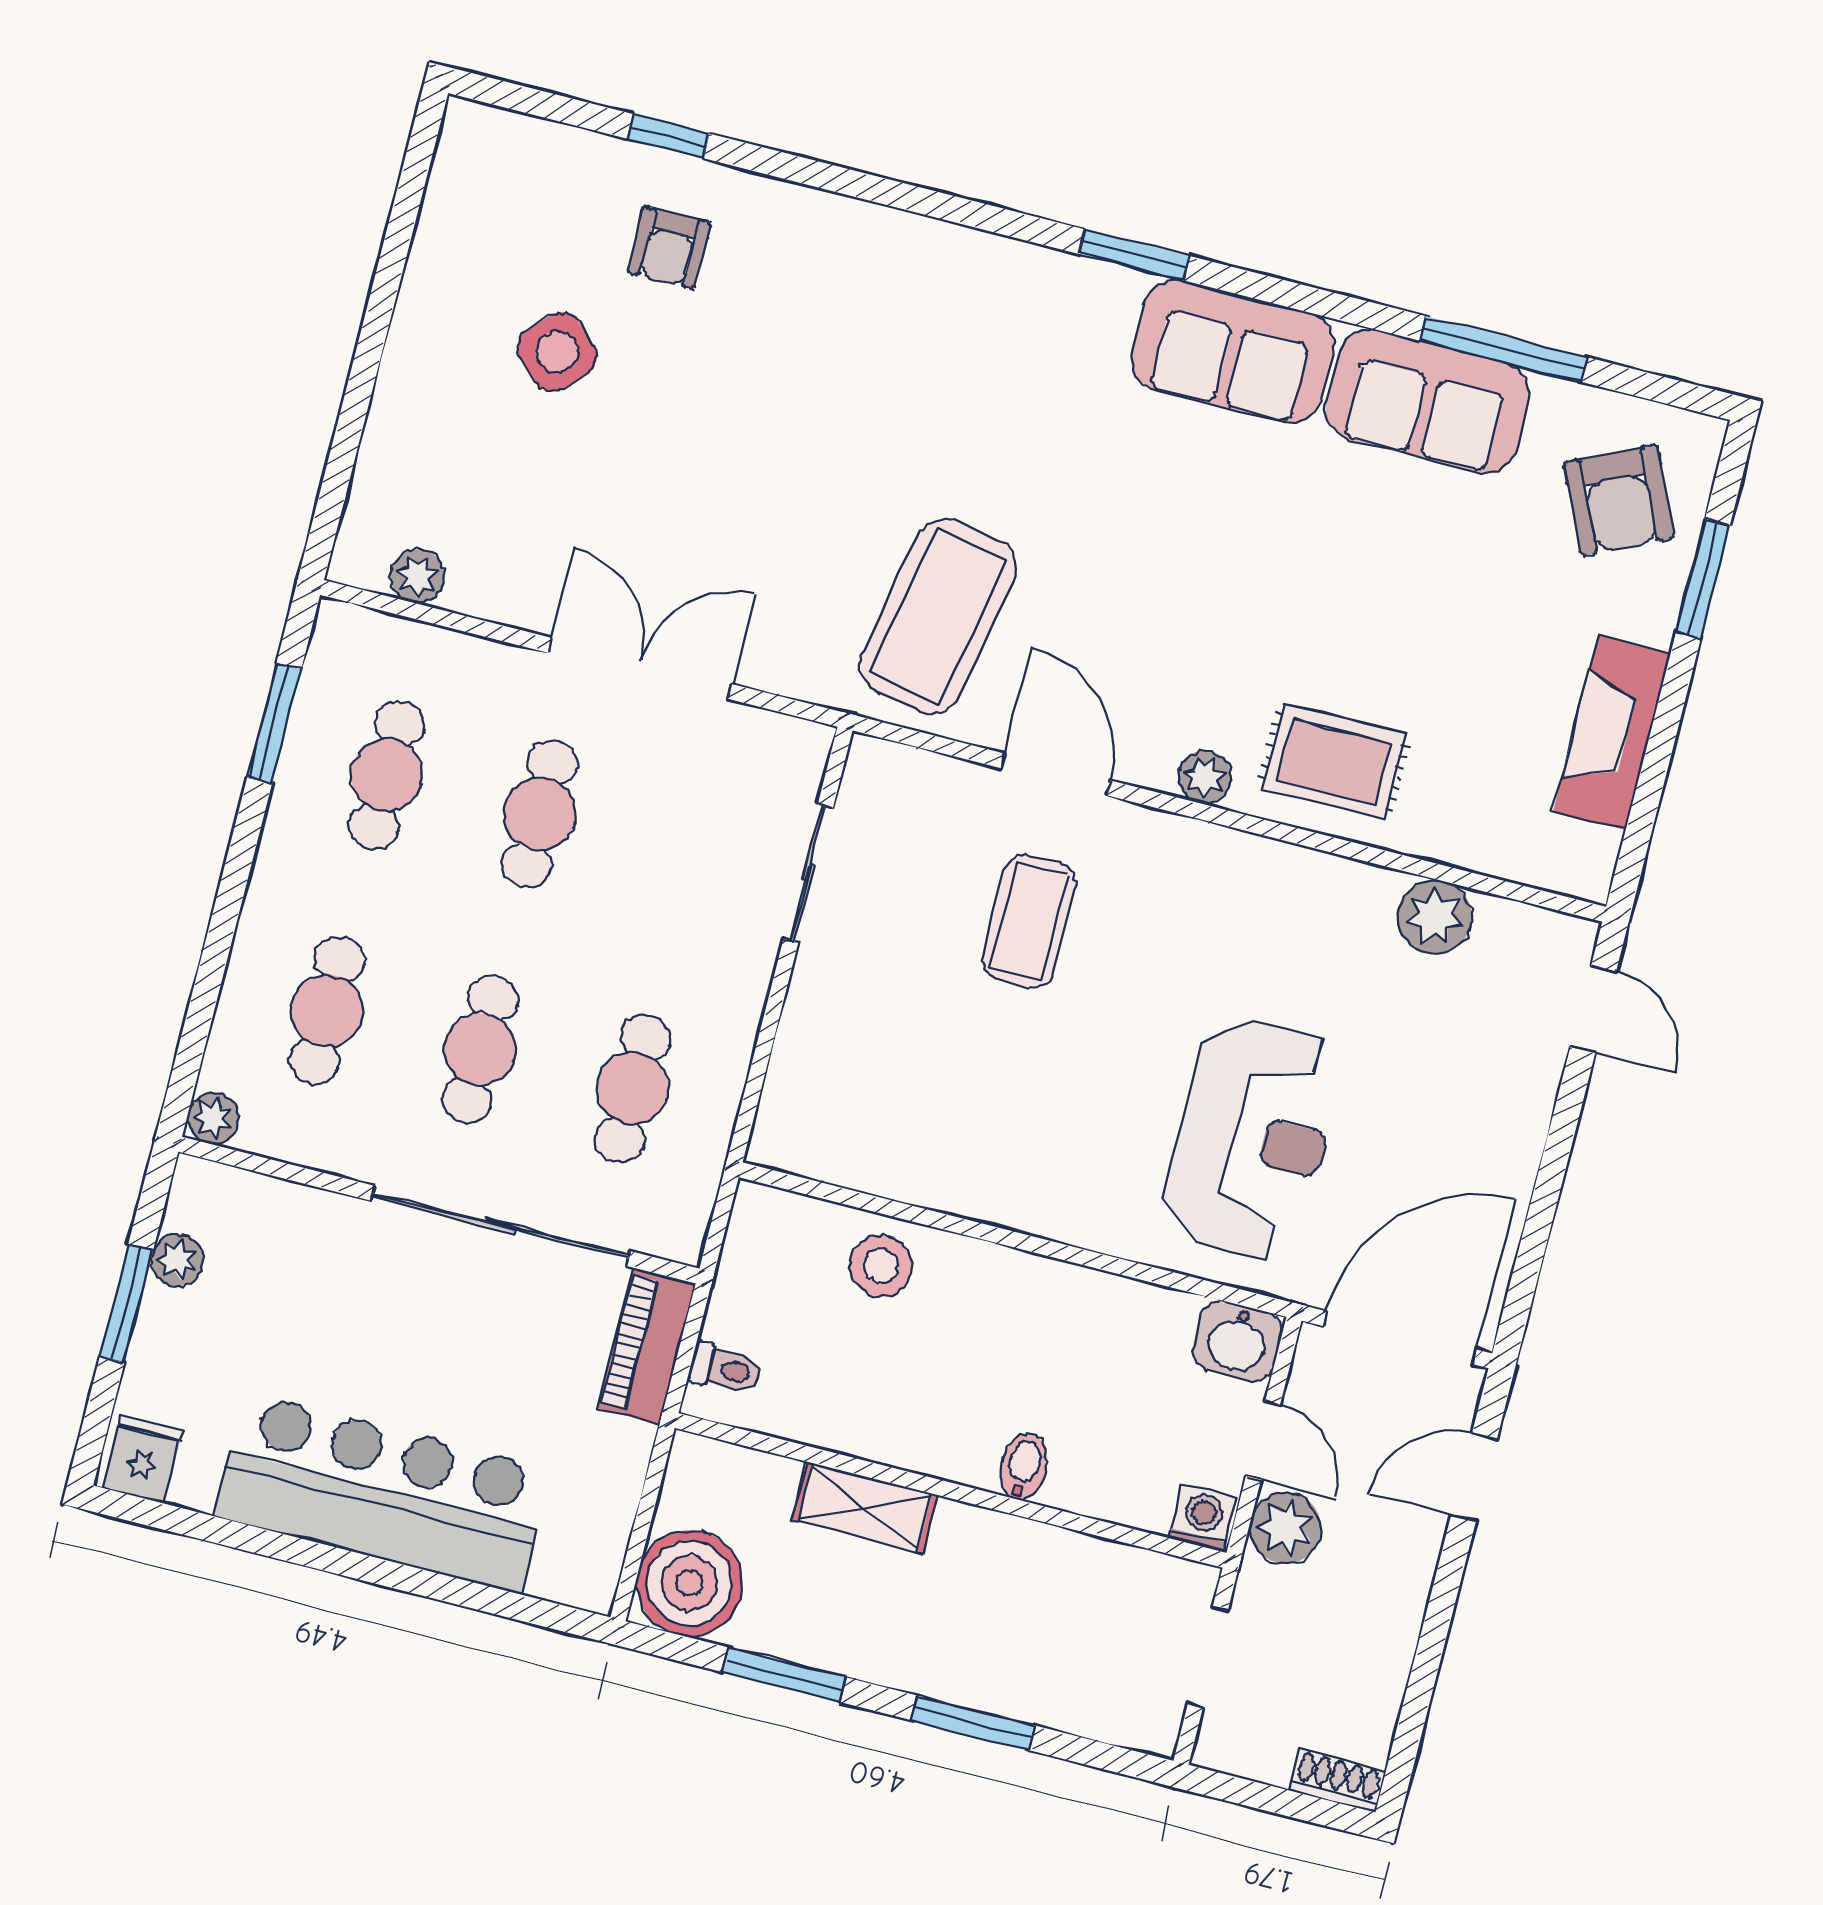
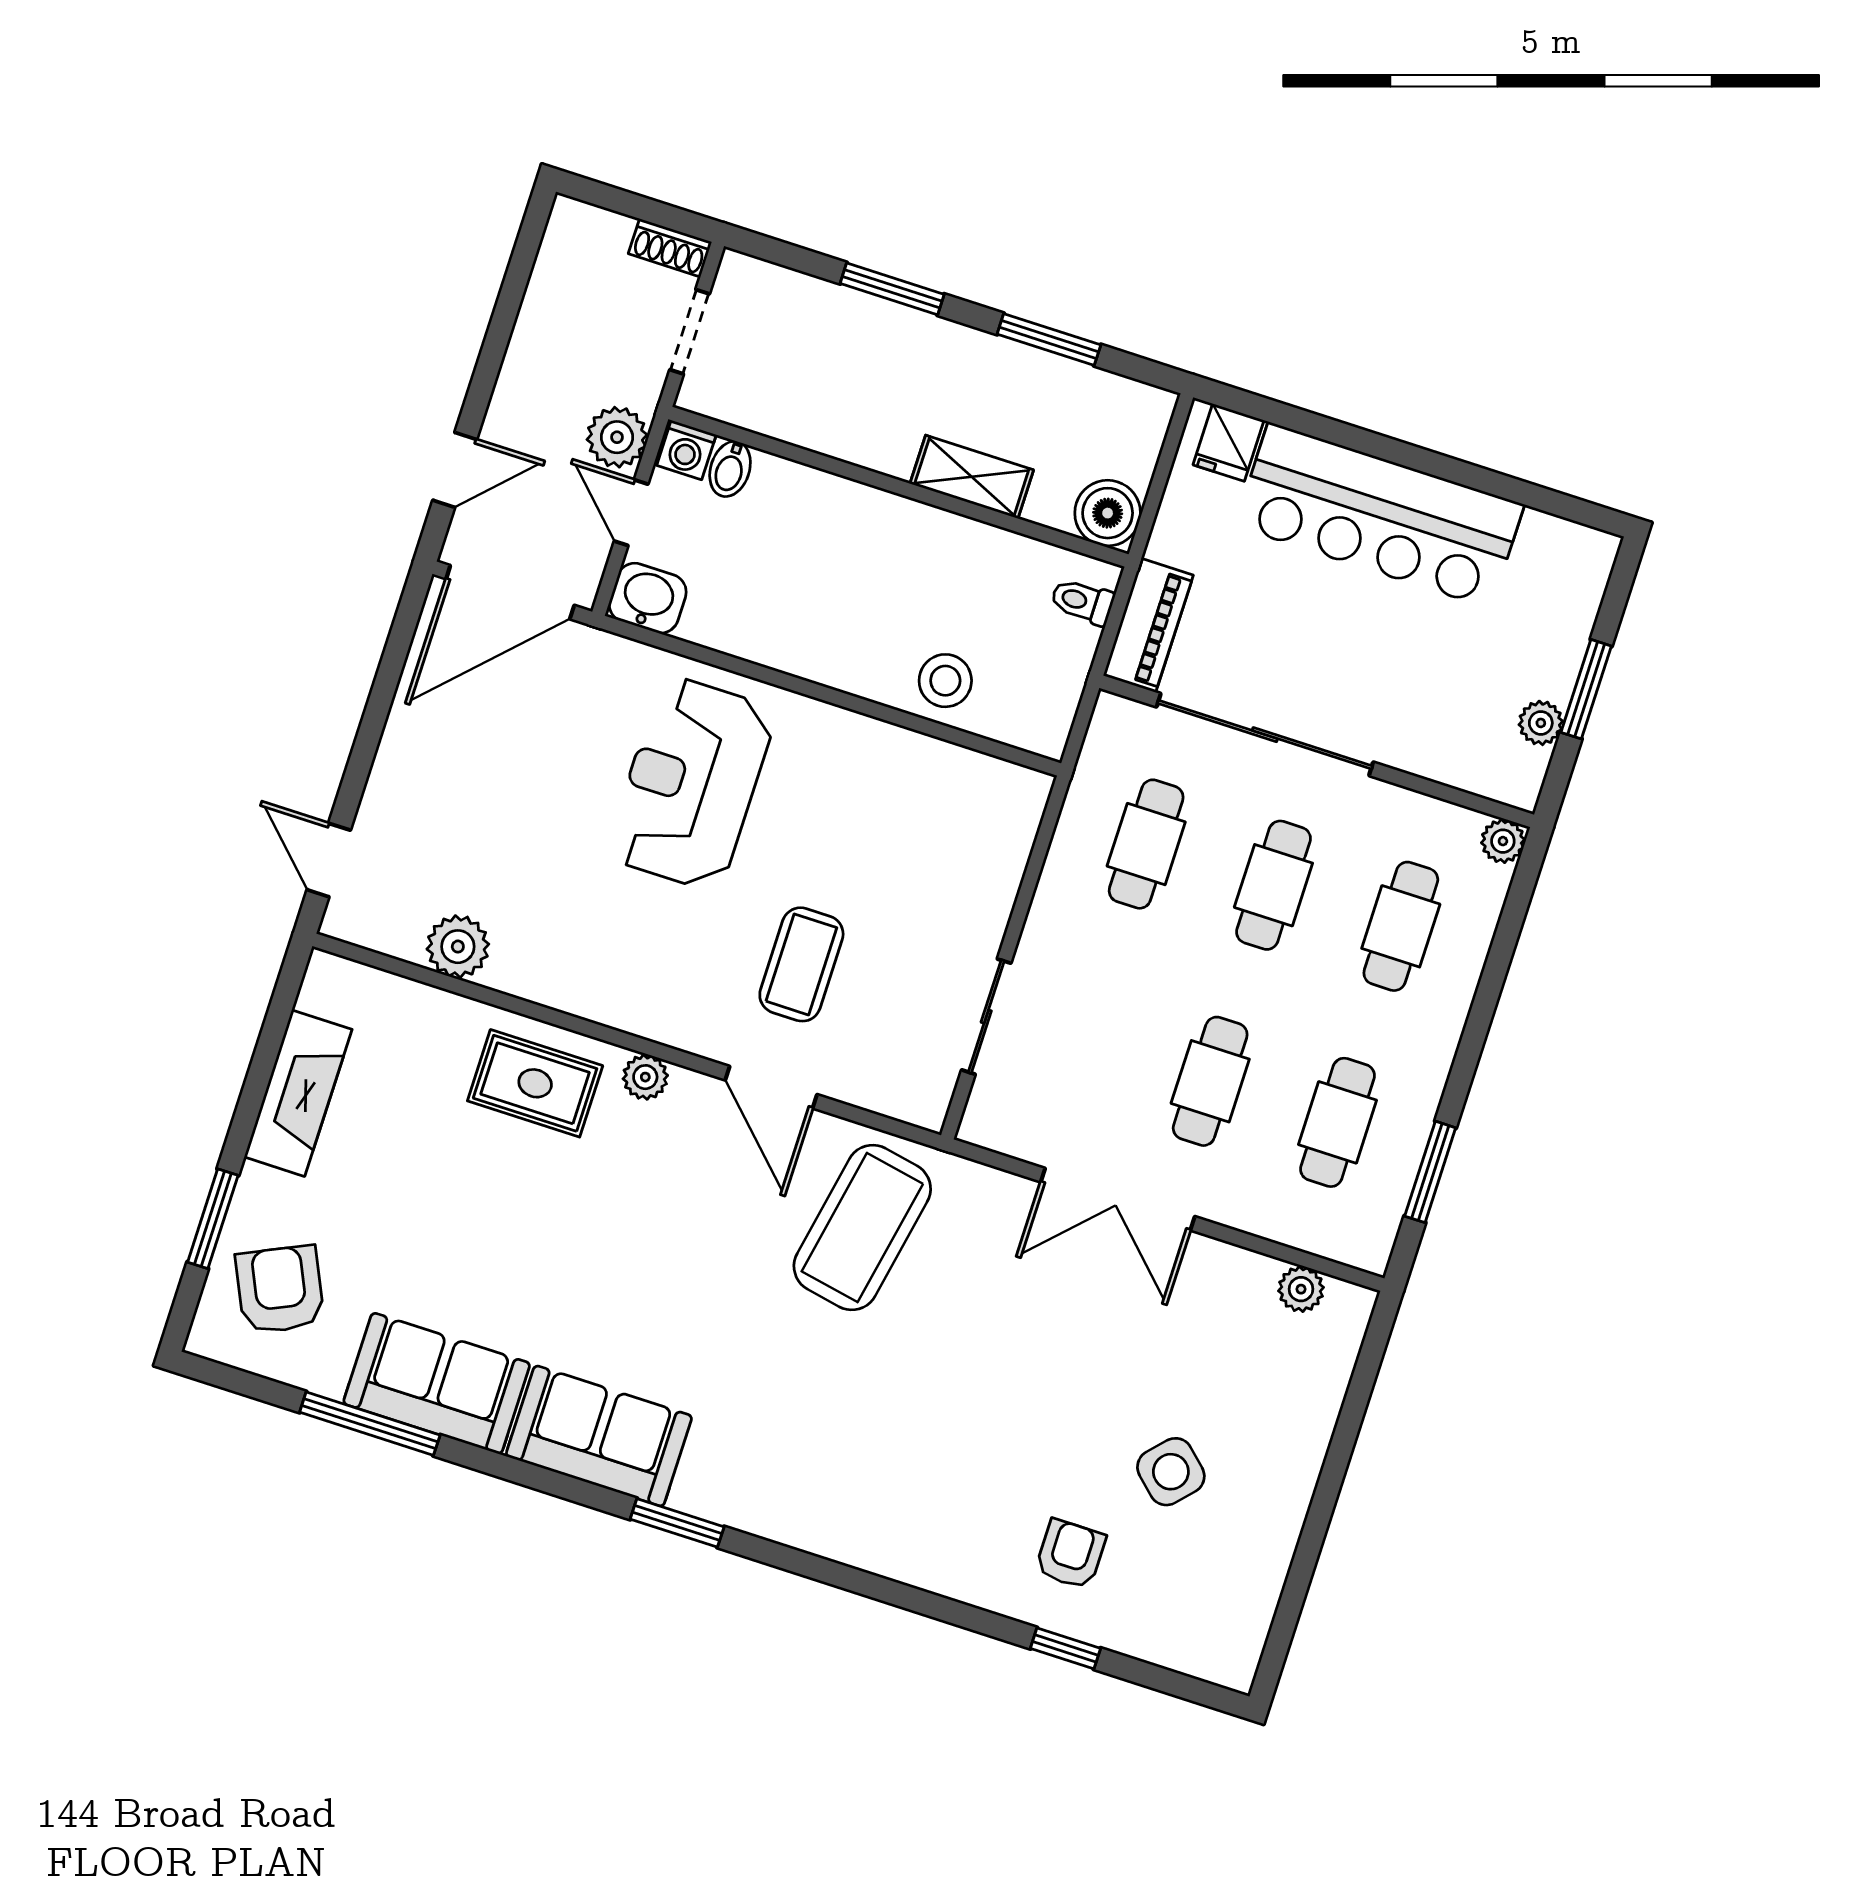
reception desk: (1252, 1138) -> (691, 783), moved
fridge: (143, 1459) -> (1229, 443), moved
bidet: (1024, 1467) -> (730, 469), moved
boiler: (690, 1583) -> (1108, 513), moved, width x0.73, depth x0.73
shoe rack: (1337, 1780) -> (670, 248), moved

